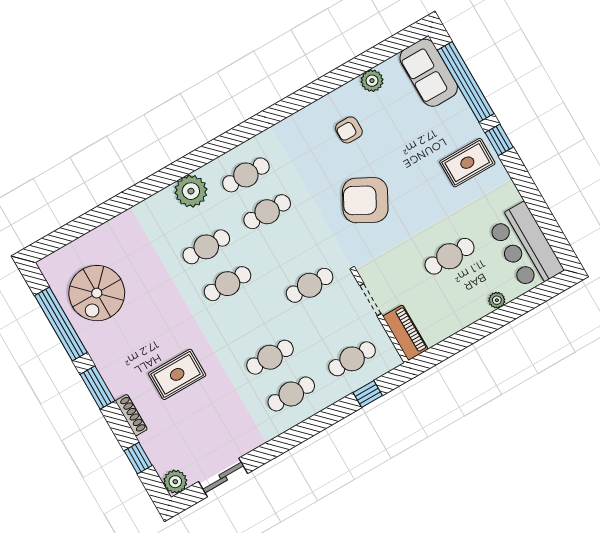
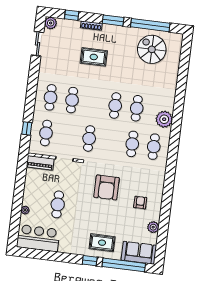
rug: (467, 163) -> (102, 243), moved, turned 90
armchair: (365, 200) -> (107, 187), turned 152
rug: (177, 374) -> (94, 57), turned 90

